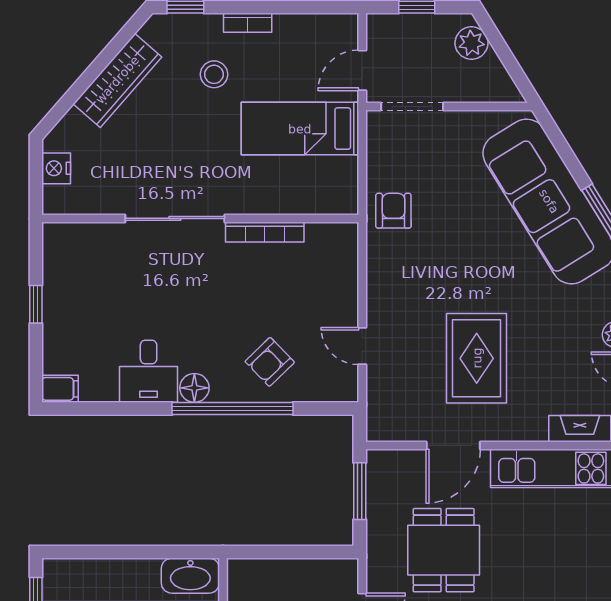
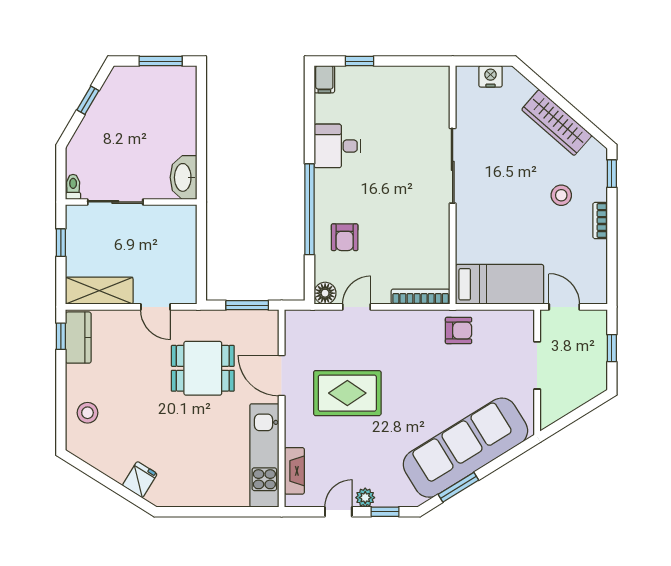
plant: (472, 43) -> (585, 389), removed
doorway: (412, 106) -> (537, 365), moved
bed: (300, 129) -> (500, 284), moved, turned 90
bookcase: (265, 232) -> (421, 297), moved, turned 90
window: (36, 304) -> (359, 61), moved
armchair: (270, 362) -> (345, 237), turned -136
floor lamp: (194, 388) -> (325, 293), moved

